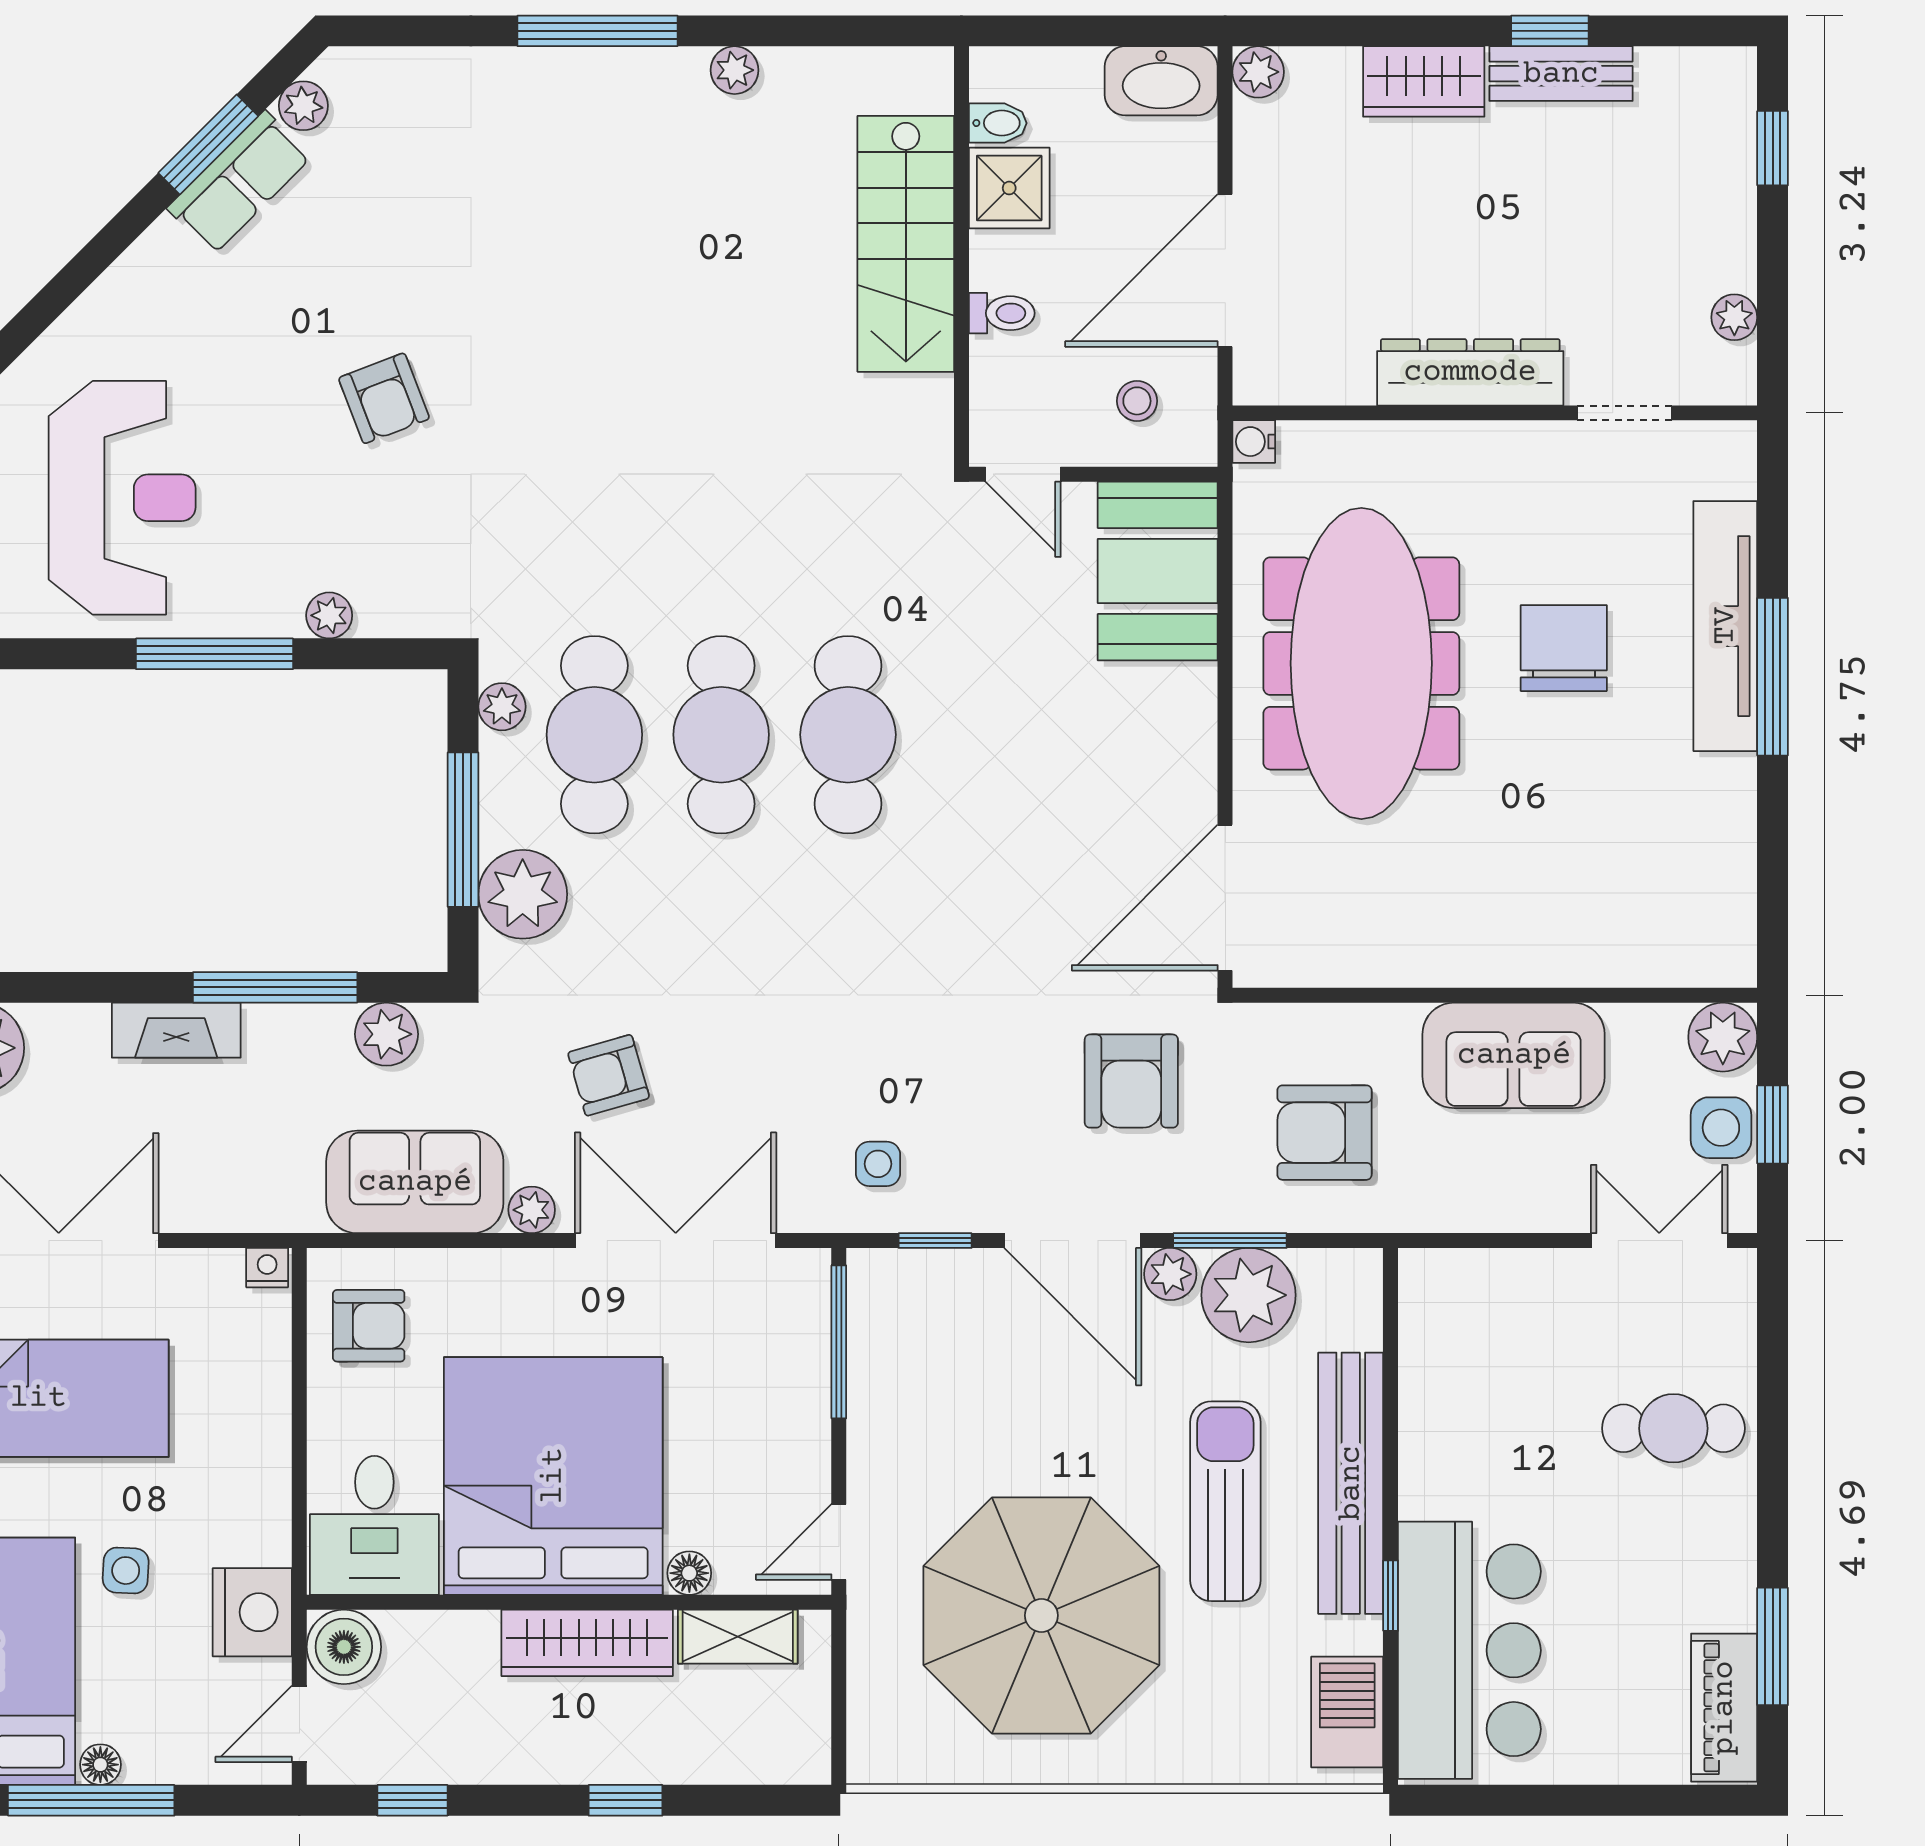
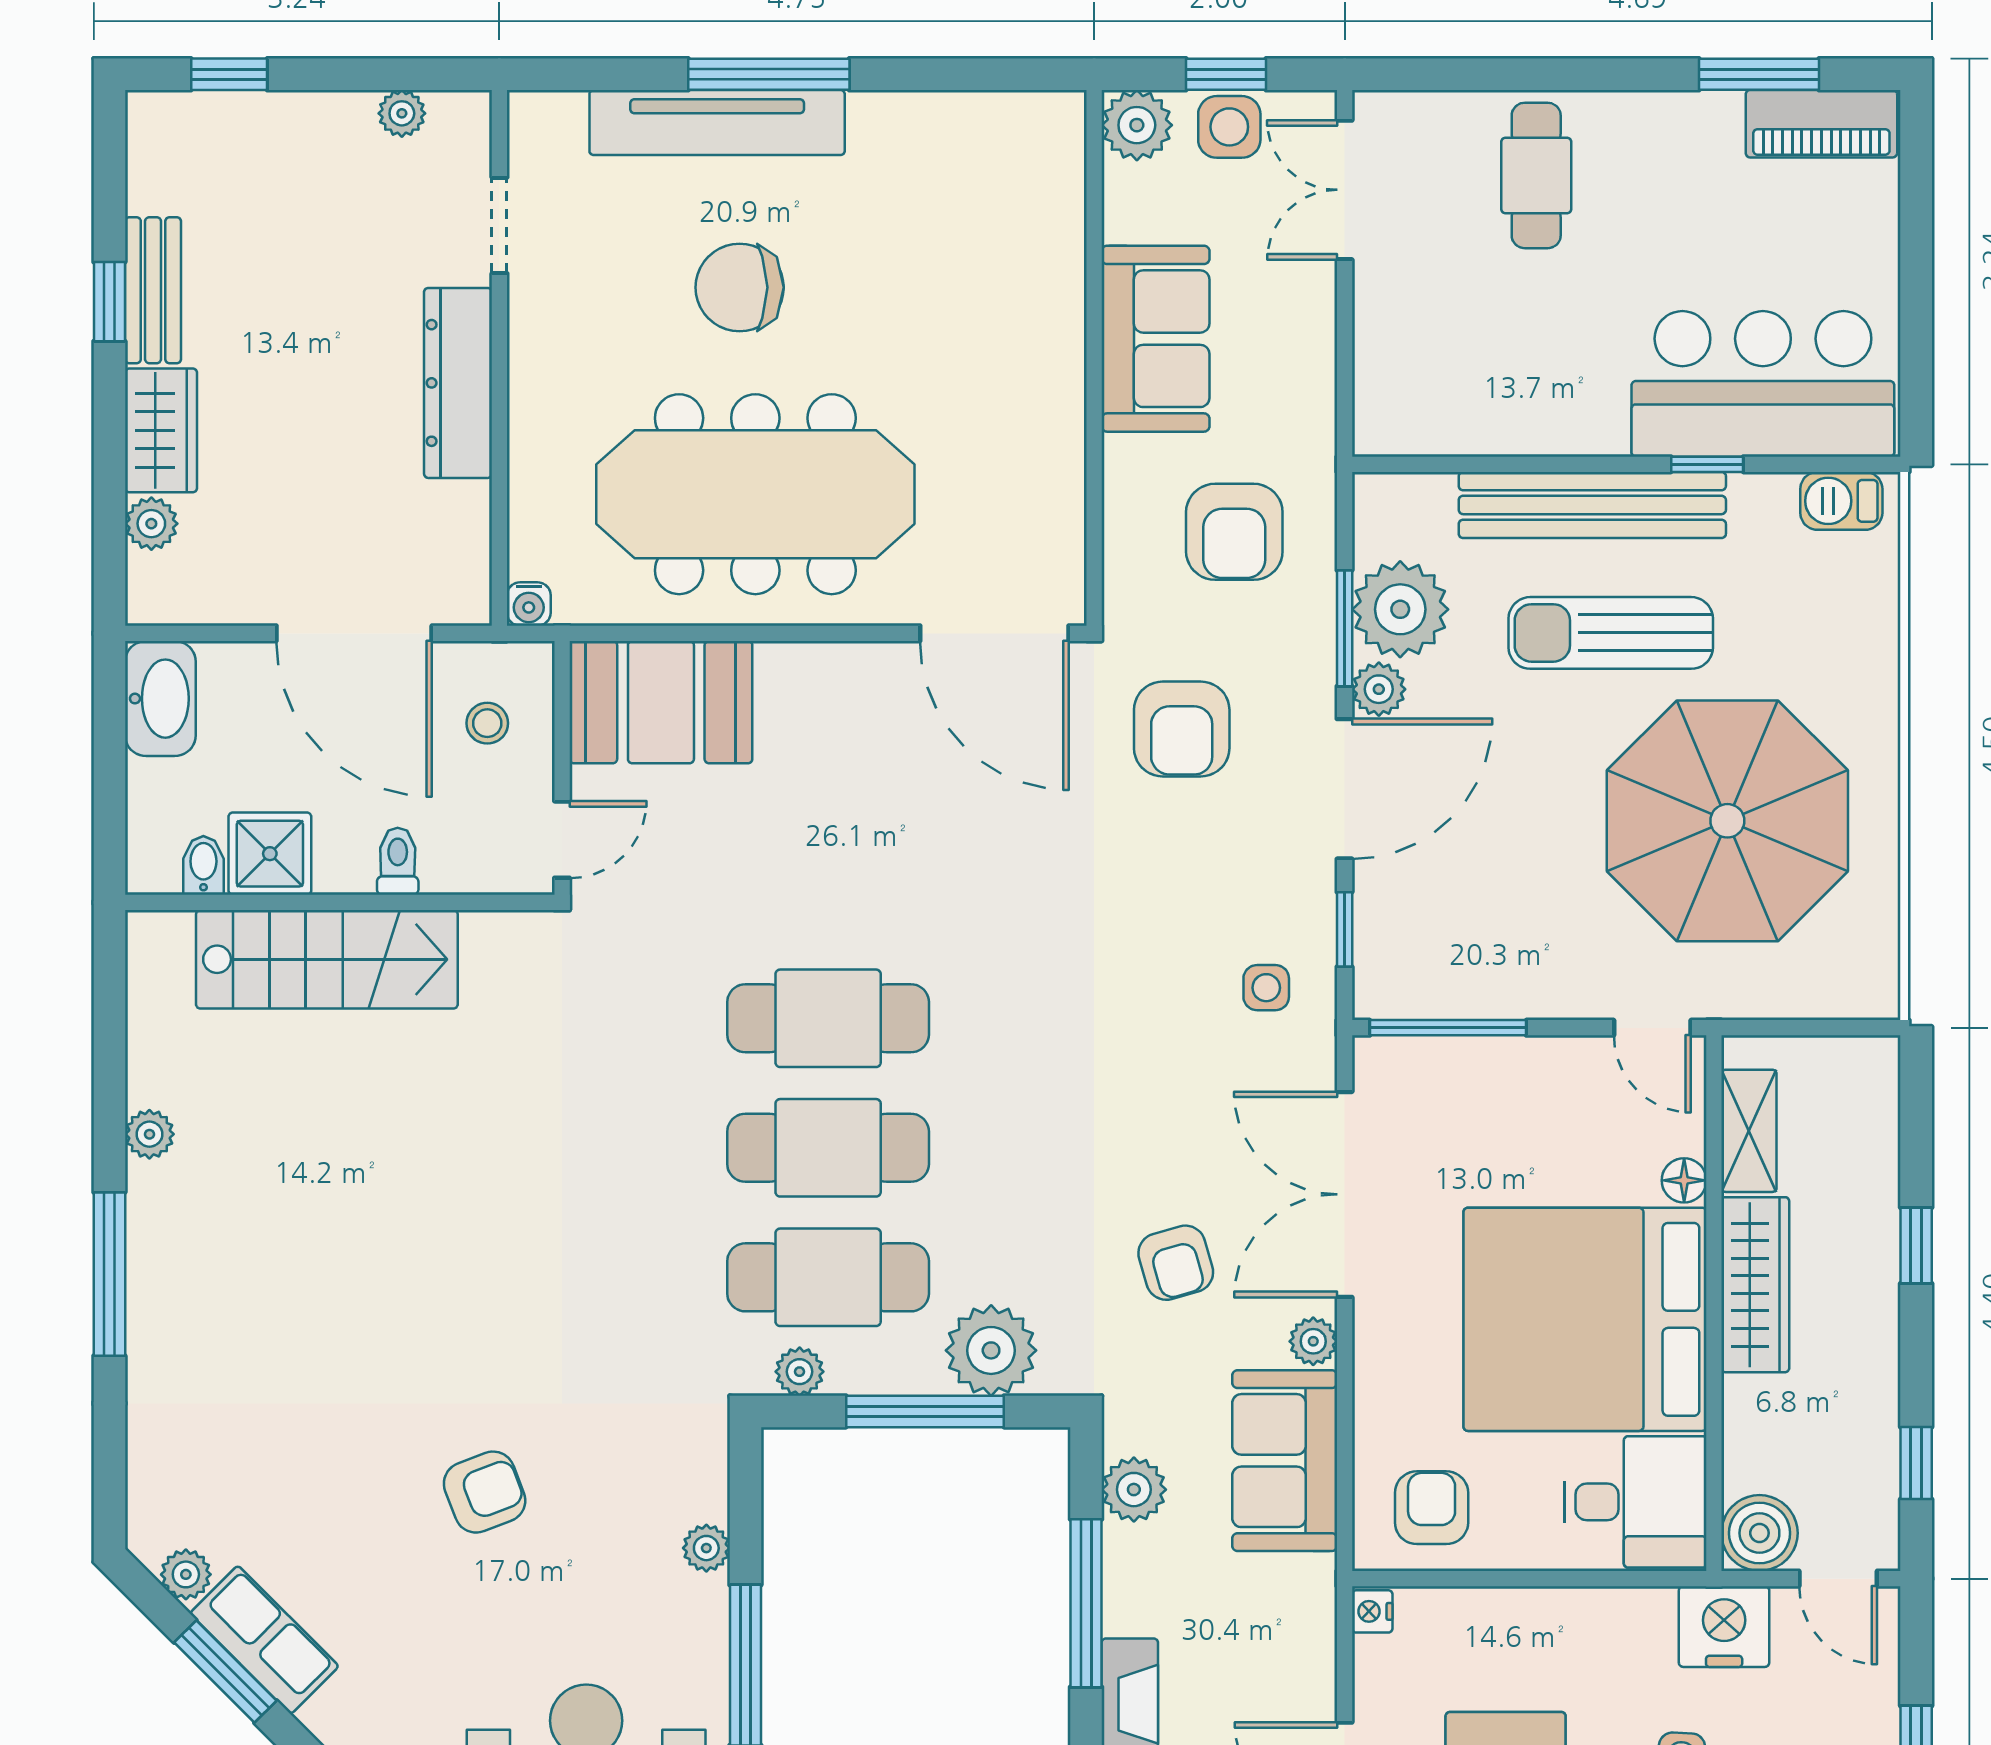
plant: (1258, 72) -> (151, 524), moved
armchair: (1131, 1081) -> (1182, 729), turned 90
barbecue: (1347, 1712) -> (1841, 501), width x0.73, depth x0.79

